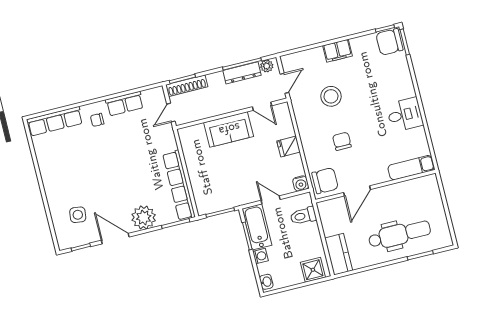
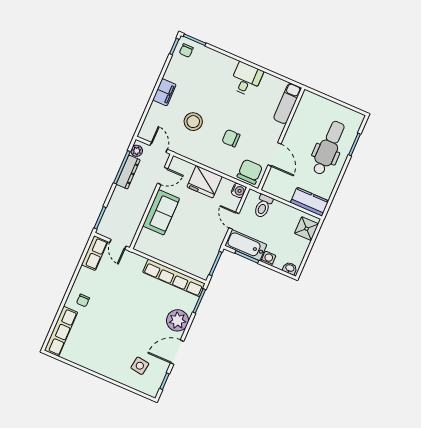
chair: (389, 42) -> (186, 50), width x0.54, depth x0.54
shoe rack: (187, 86) -> (107, 218), removed
row of seats: (125, 104) -> (95, 253), moved
fridge: (288, 146) -> (205, 182), width x1.88, depth x1.34
door: (271, 200) -> (234, 221), hinge flipped

